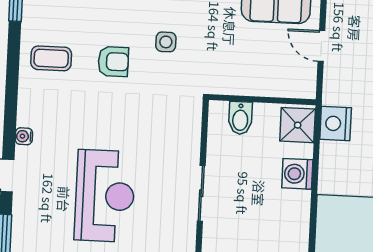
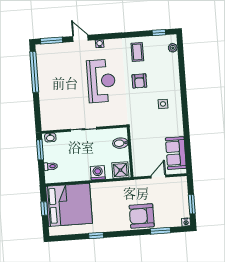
side table: (166, 42) -> (163, 104), moved
nightstand: (336, 124) -> (123, 188), removed
reception desk: (105, 196) -> (101, 81), moved, turned -90

